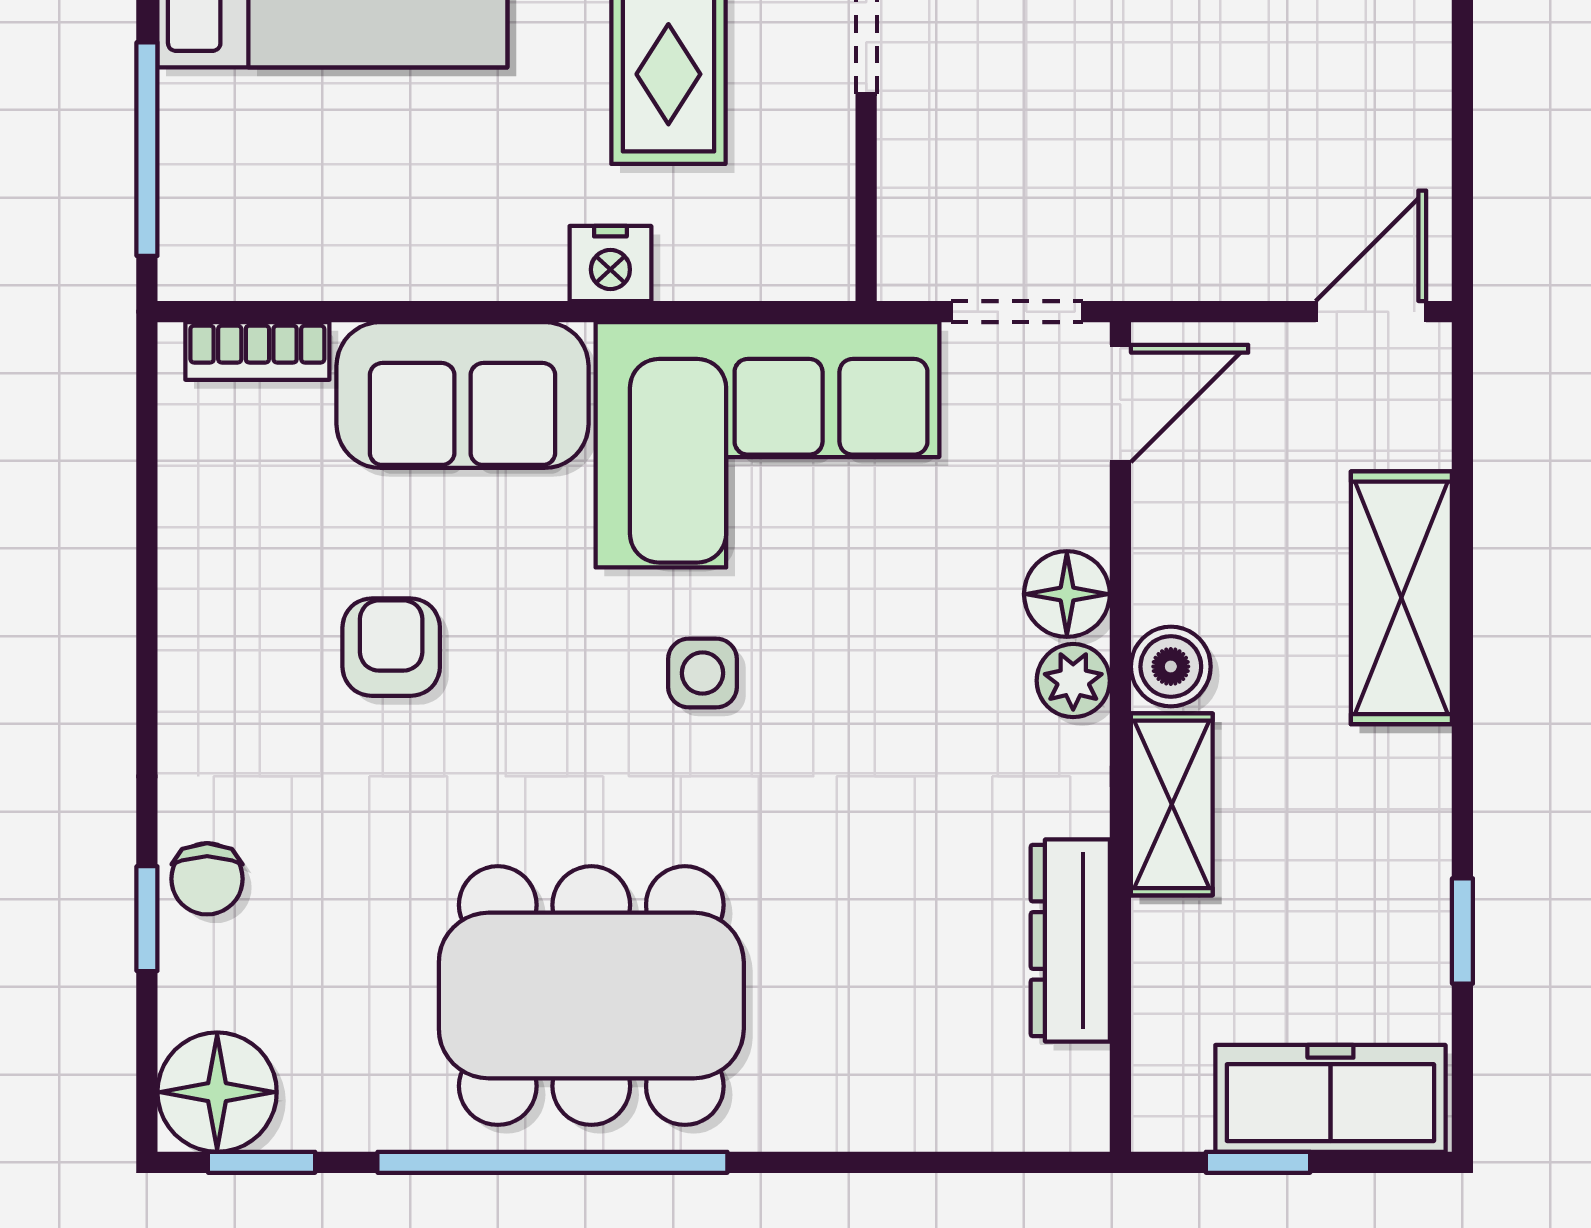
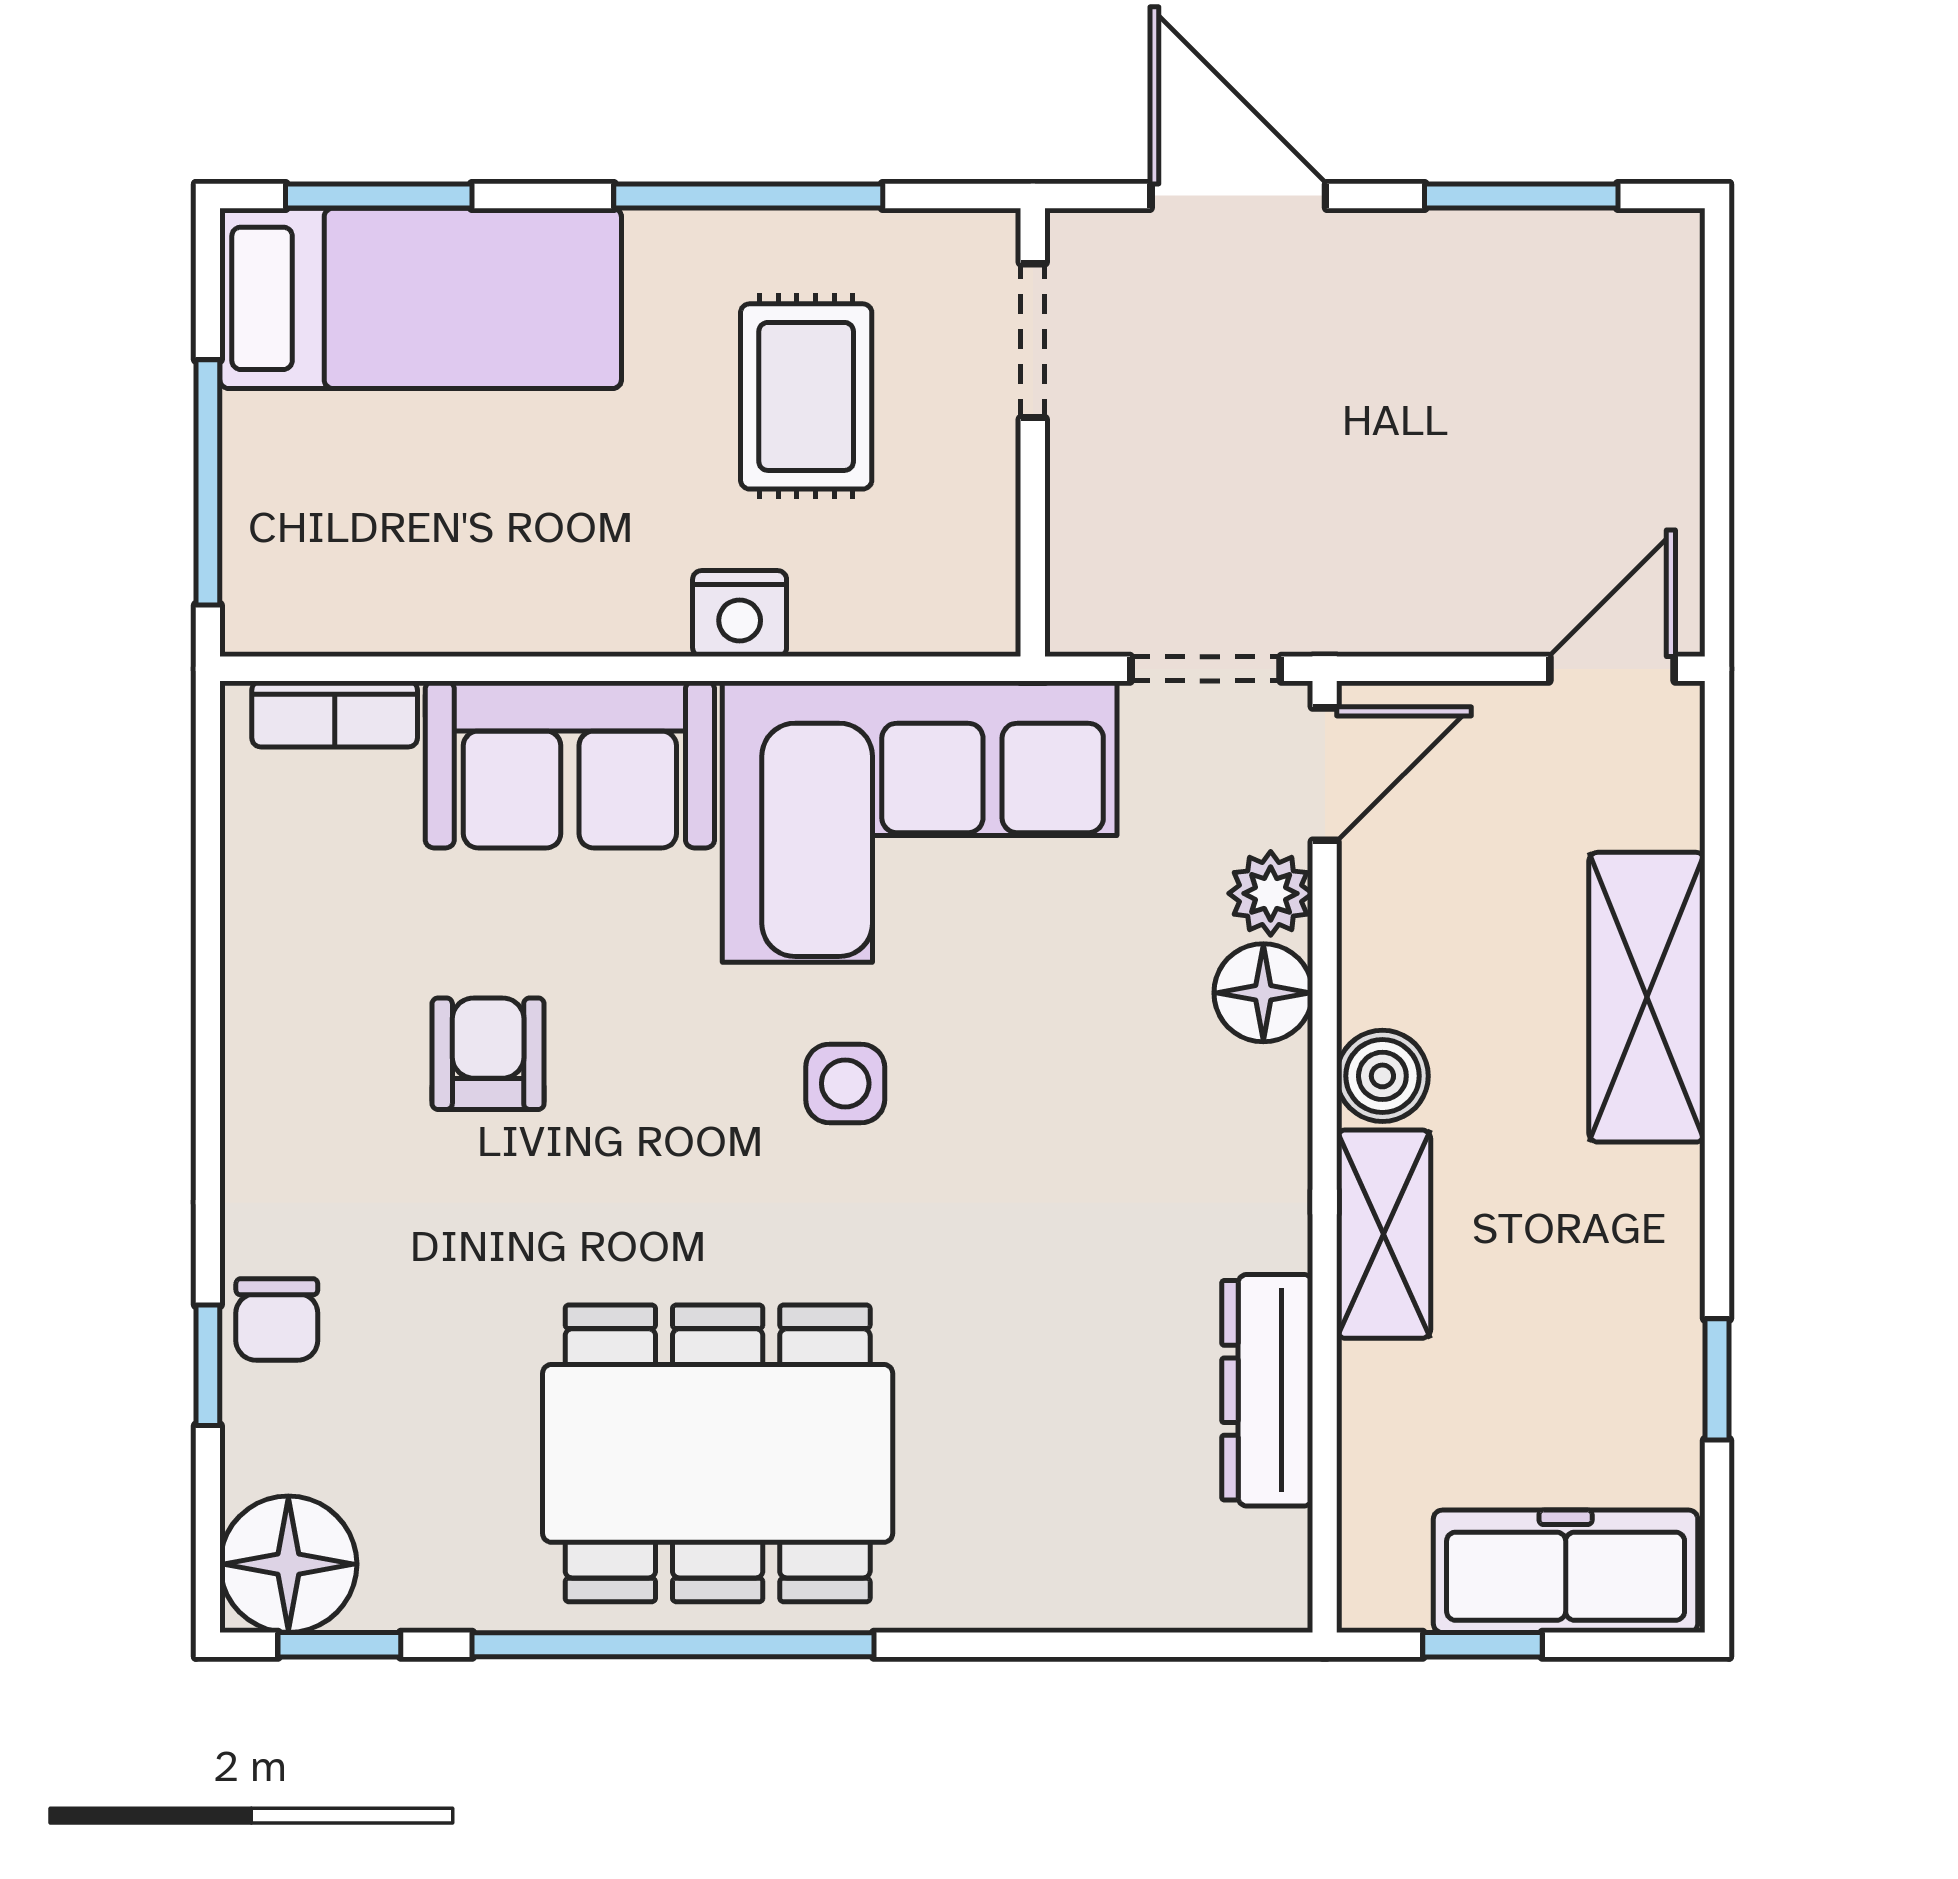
plant: (1073, 681) -> (1271, 893), moved

